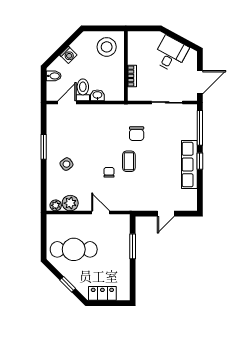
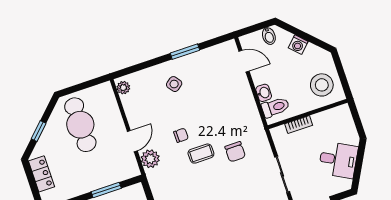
toilet: (83, 90) -> (275, 107), moved
chair: (137, 134) -> (235, 152), turned -90
plant: (70, 203) -> (150, 159), moved

